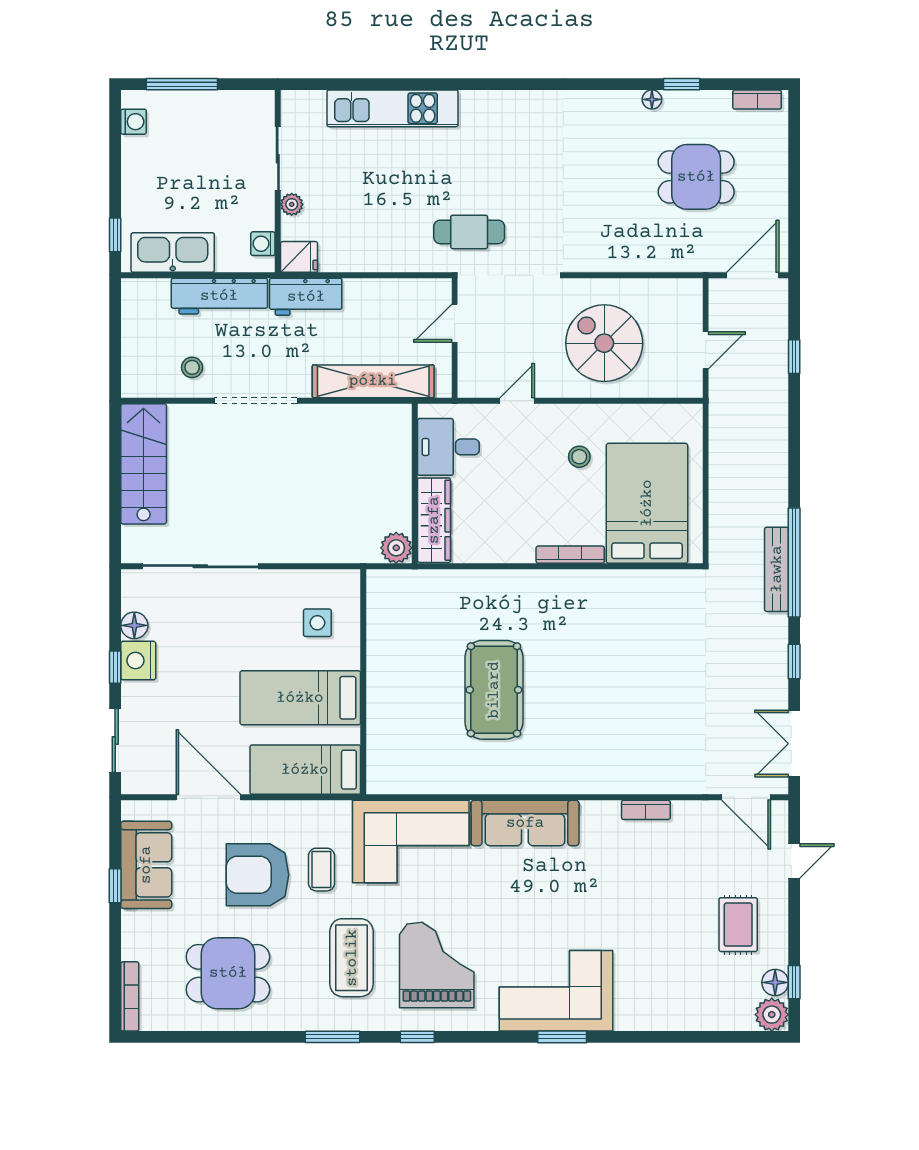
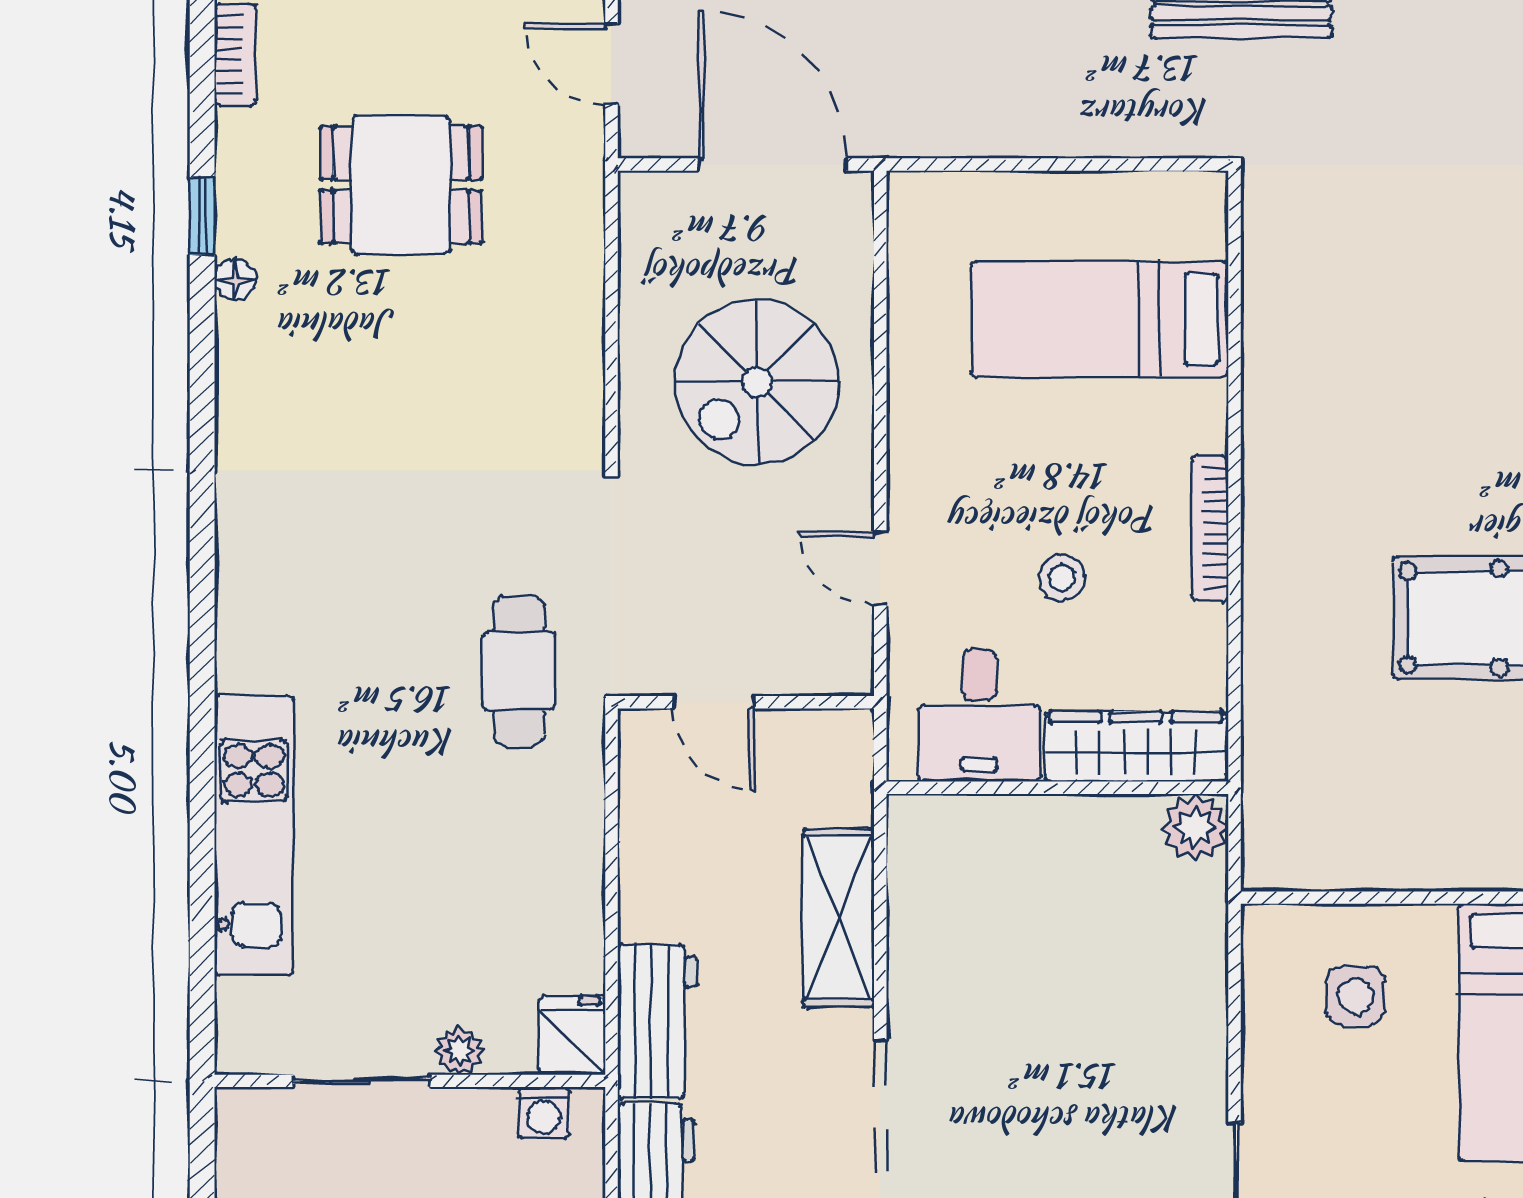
dining table: (696, 177) -> (401, 185), turned 90
door: (753, 275) -> (611, 64), width x0.73
door: (706, 350) -> (772, 165), width x1.87
shelving: (373, 381) -> (839, 918), width x0.68
stool: (579, 457) -> (1062, 578), moved
bed: (647, 503) -> (1100, 319), width x0.67
bookcase: (570, 555) -> (1210, 528), moved

